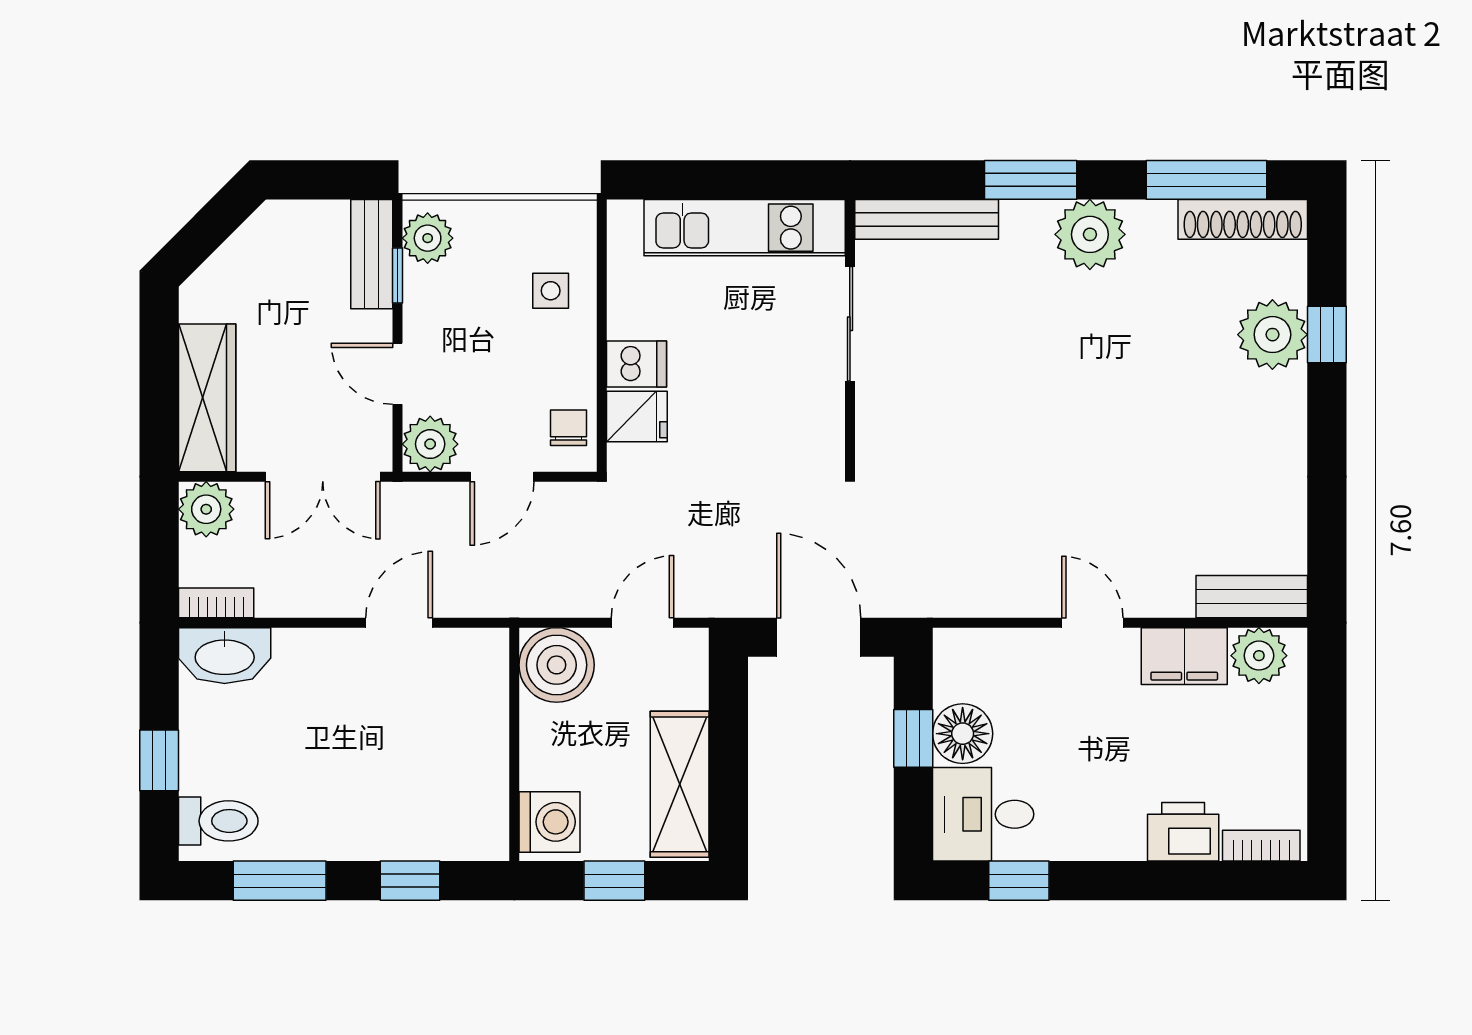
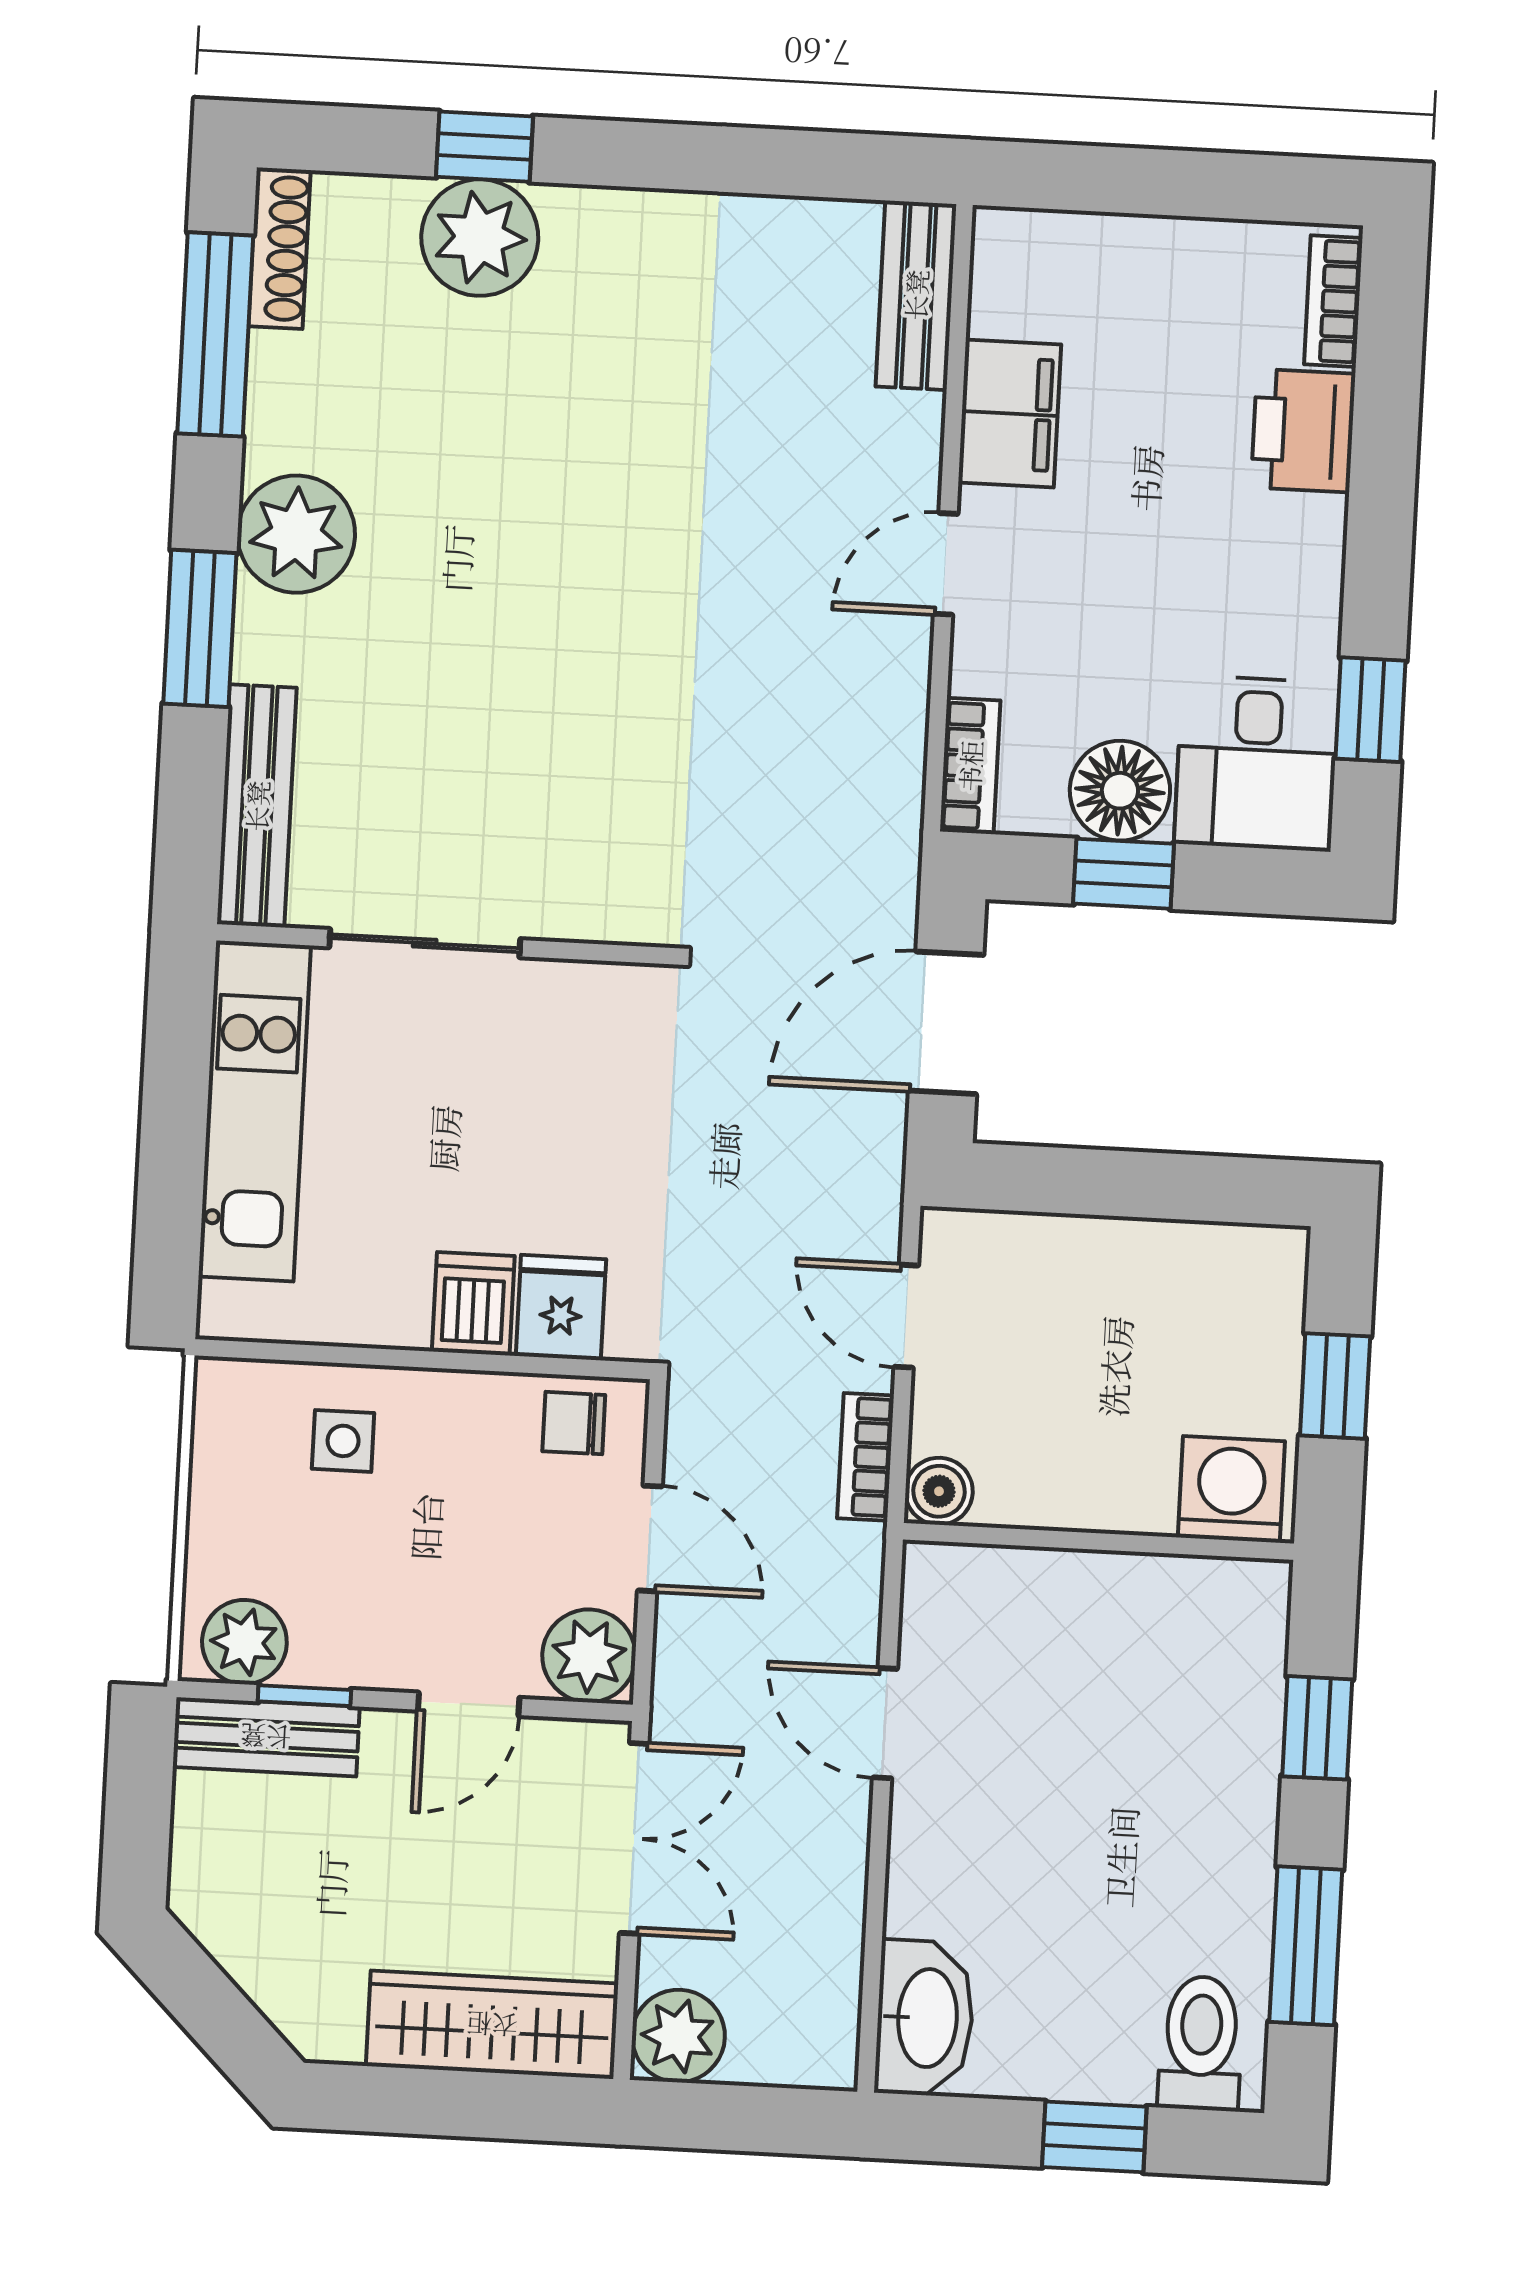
shoe rack: (1243, 219) -> (279, 248), width x0.74, depth x0.81
bookcase: (216, 603) -> (866, 1457), moved
bookcase: (973, 644) -> (970, 766), added
plant: (1259, 656) -> (1015, 288), removed
boiler: (557, 665) -> (939, 1491), width x0.54, depth x0.54
shelving: (680, 784) -> (1180, 1268), removed

